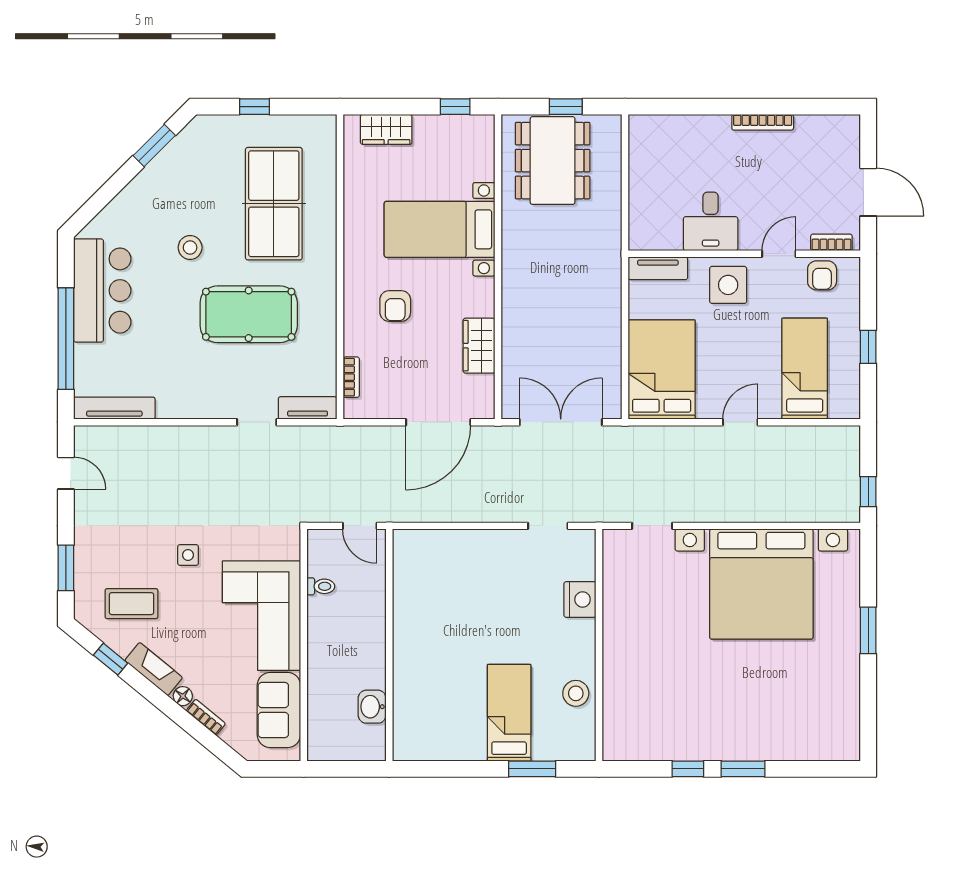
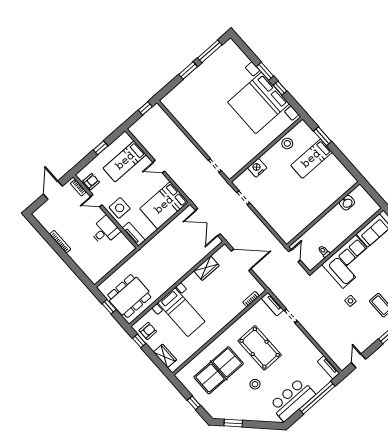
armchair: (395, 306) -> (148, 331), moved
tv unit: (114, 408) -> (328, 367), width x0.71
bed with nightstands: (761, 584) -> (258, 103), moved, turned 180
window: (868, 701) -> (210, 51), added

